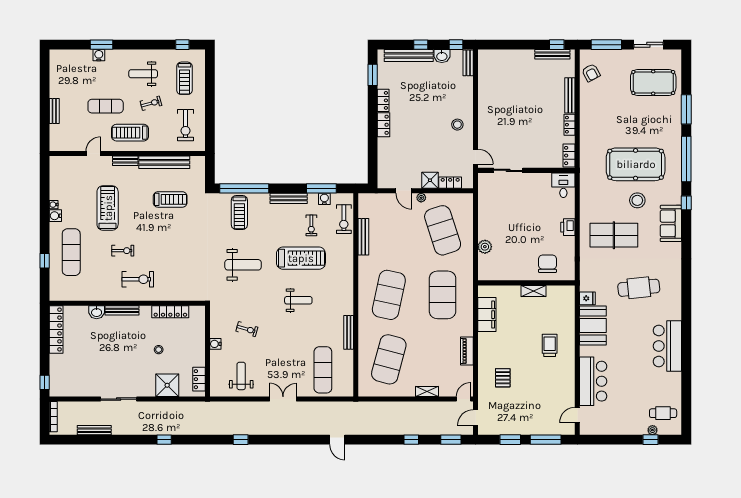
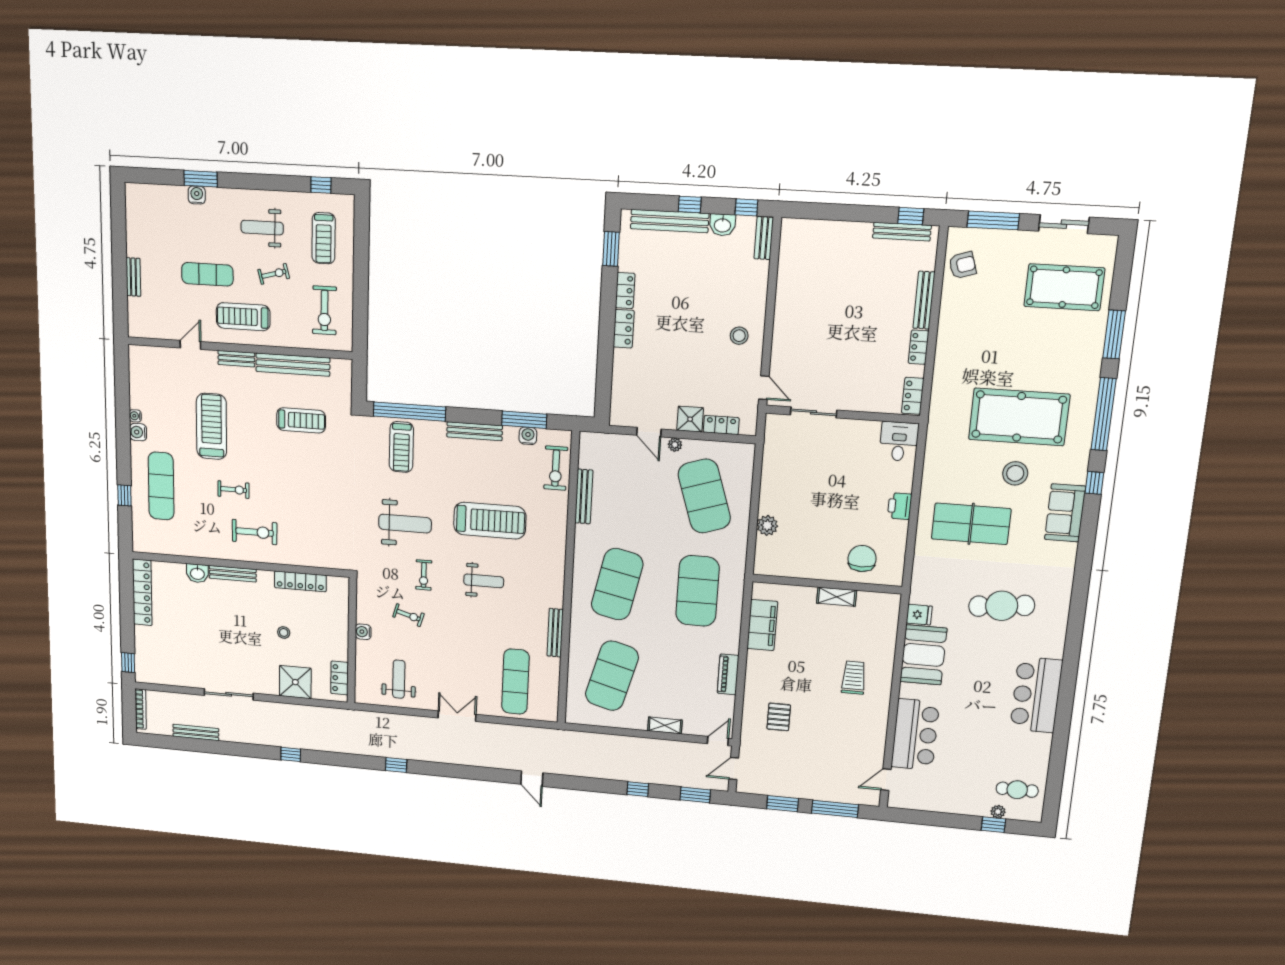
armchair: (591, 73) -> (963, 265), turned -80
exercise bike: (311, 225) -> (424, 575), moved

